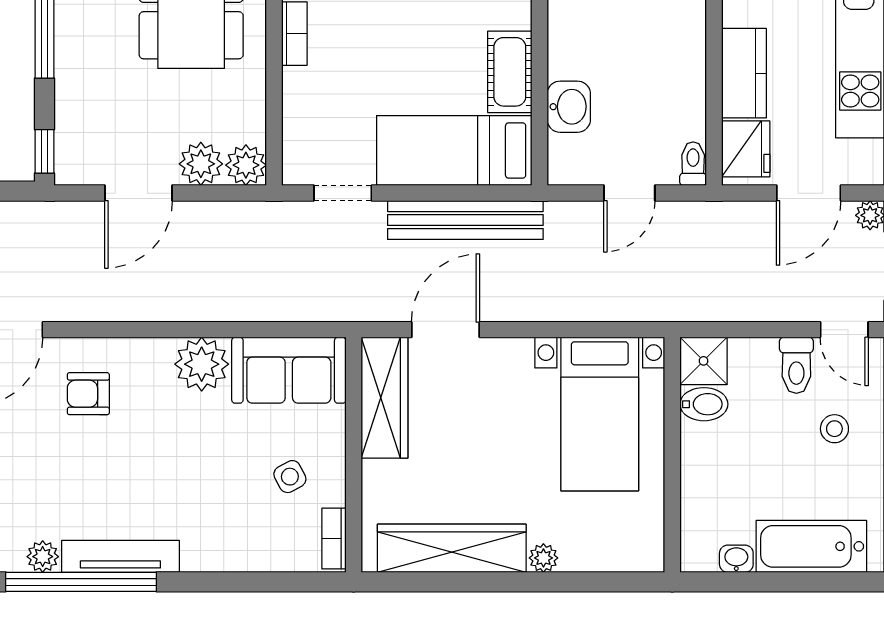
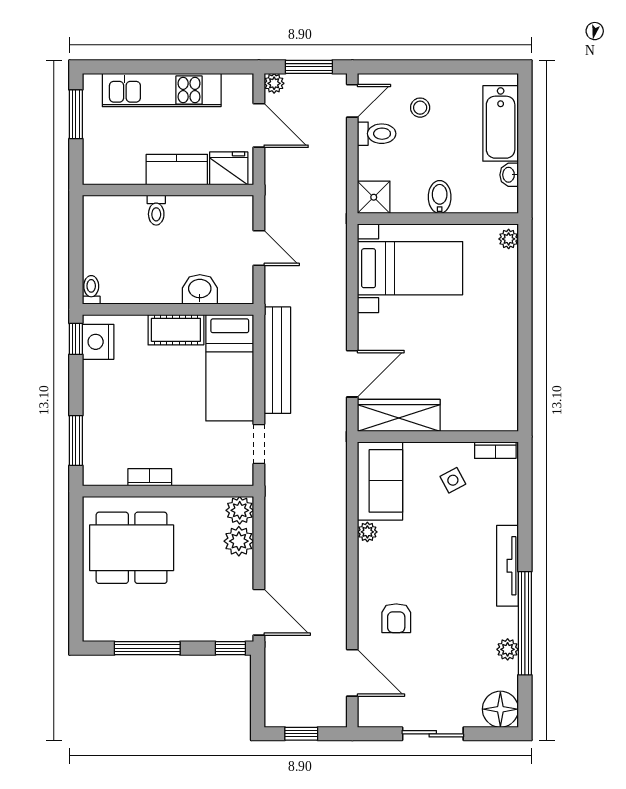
toilet: (693, 164) -> (156, 210), moved, turned -90
door: (139, 193) -> (259, 612), moved
door: (445, 330) -> (352, 374), swing flipped
plant: (202, 364) -> (367, 532), width x0.53, depth x0.53
bidet: (704, 404) -> (440, 197), moved
wardrobe: (452, 548) -> (502, 370), removed
tv unit: (120, 556) -> (507, 566), moved
plant: (543, 558) -> (509, 239), moved

